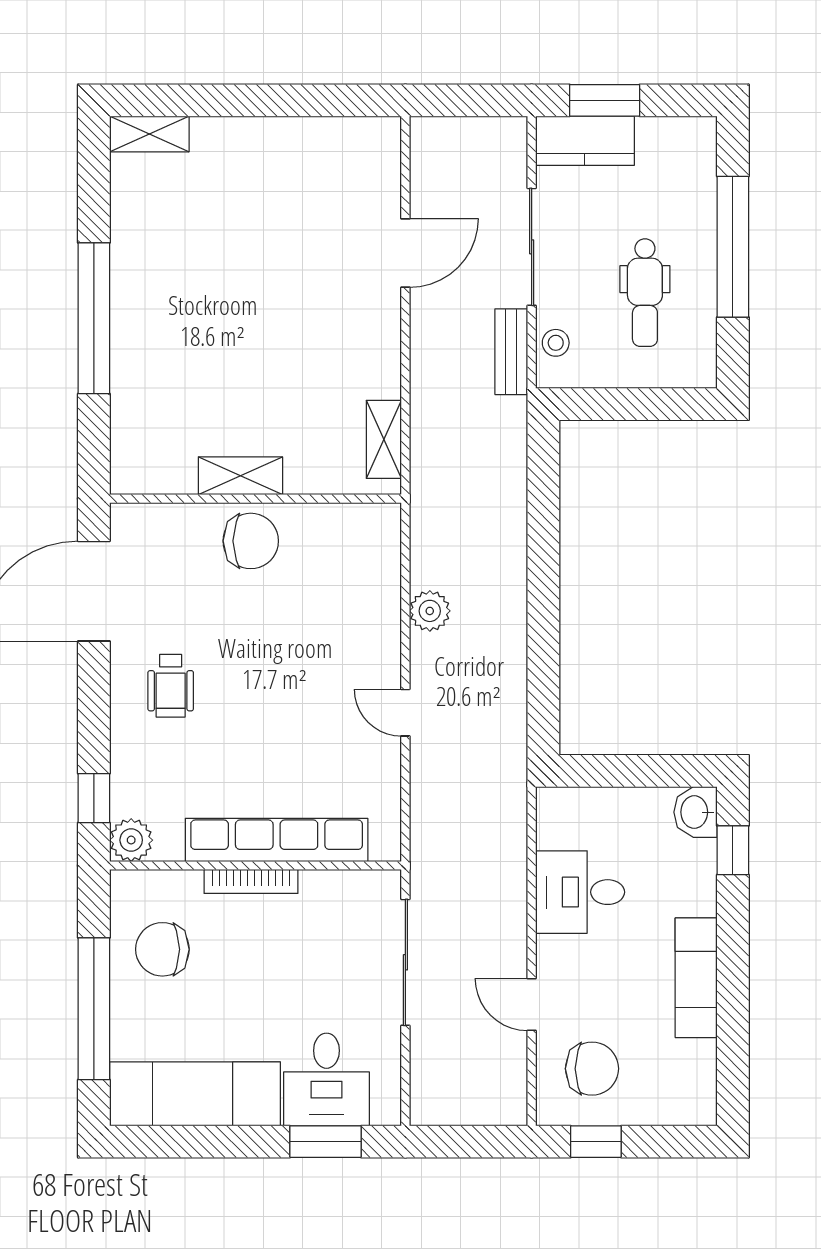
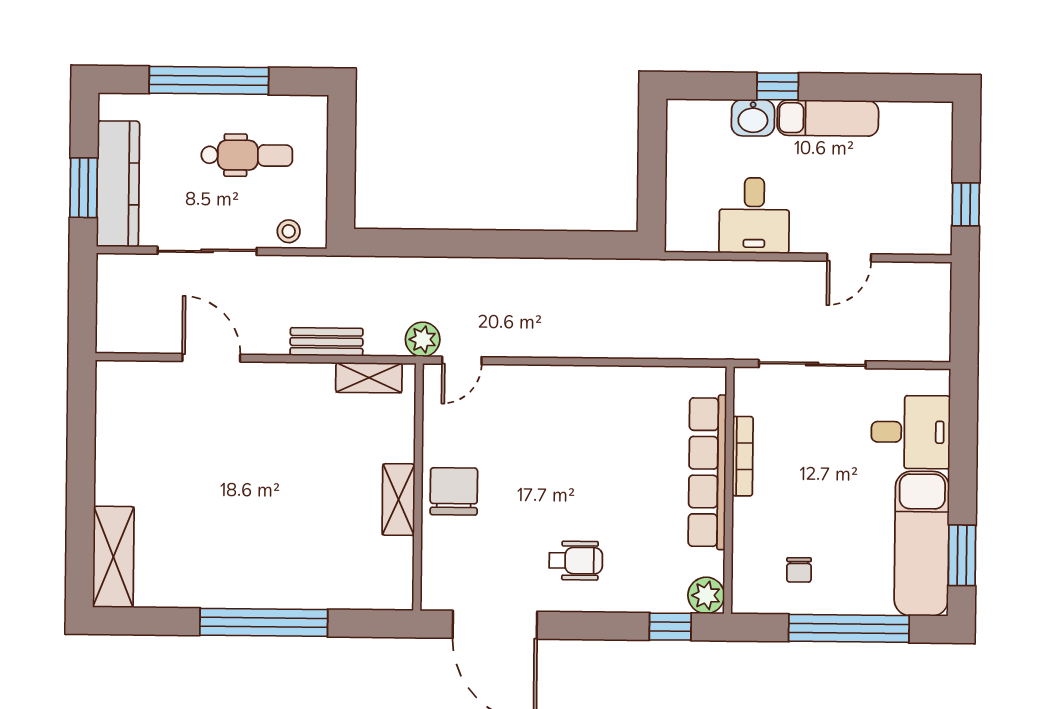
shelving: (149, 134) -> (113, 557), width x1.50, depth x1.33
kitchen counter: (585, 141) -> (118, 184), width x1.50
bench: (511, 352) -> (327, 342), moved
plant: (430, 611) -> (423, 339), moved
door: (405, 713) -> (462, 360), moved
washbasin: (695, 812) -> (753, 118), moved
window: (733, 850) -> (778, 86), moved
bookcase: (251, 881) -> (743, 456), moved
chair: (162, 949) -> (799, 570), width x0.54, depth x0.54
chair: (592, 1069) -> (904, 207), removed
window: (326, 1142) -> (962, 555), moved

